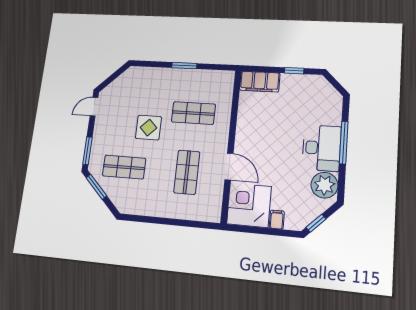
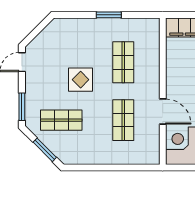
shop shelf: (193, 113) -> (123, 62), turned 90
window: (96, 187) -> (45, 150), moved

